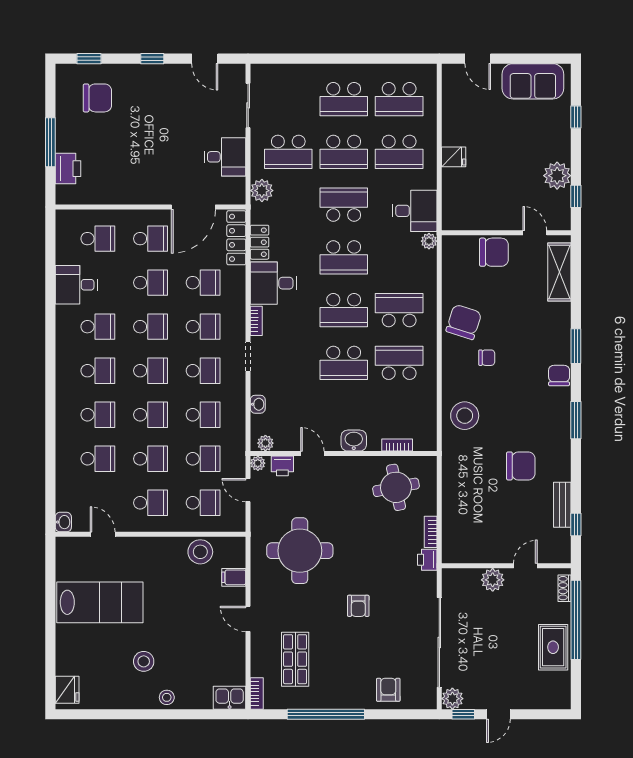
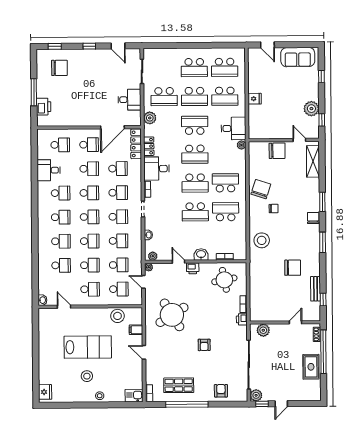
printer: (282, 466) -> (193, 268), moved
round table: (300, 551) -> (172, 315), turned -32
plant: (493, 580) -> (263, 330), moved
lab bench: (100, 602) -> (88, 347), moved
shop shelf: (295, 659) -> (179, 385), moved, turned 90

